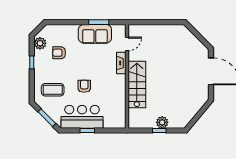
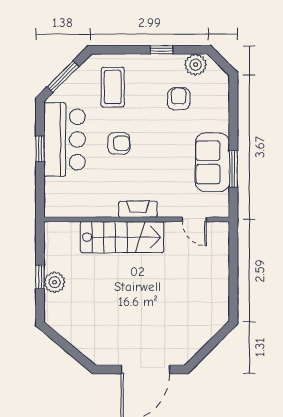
fireplace: (121, 63) -> (138, 209), moved

